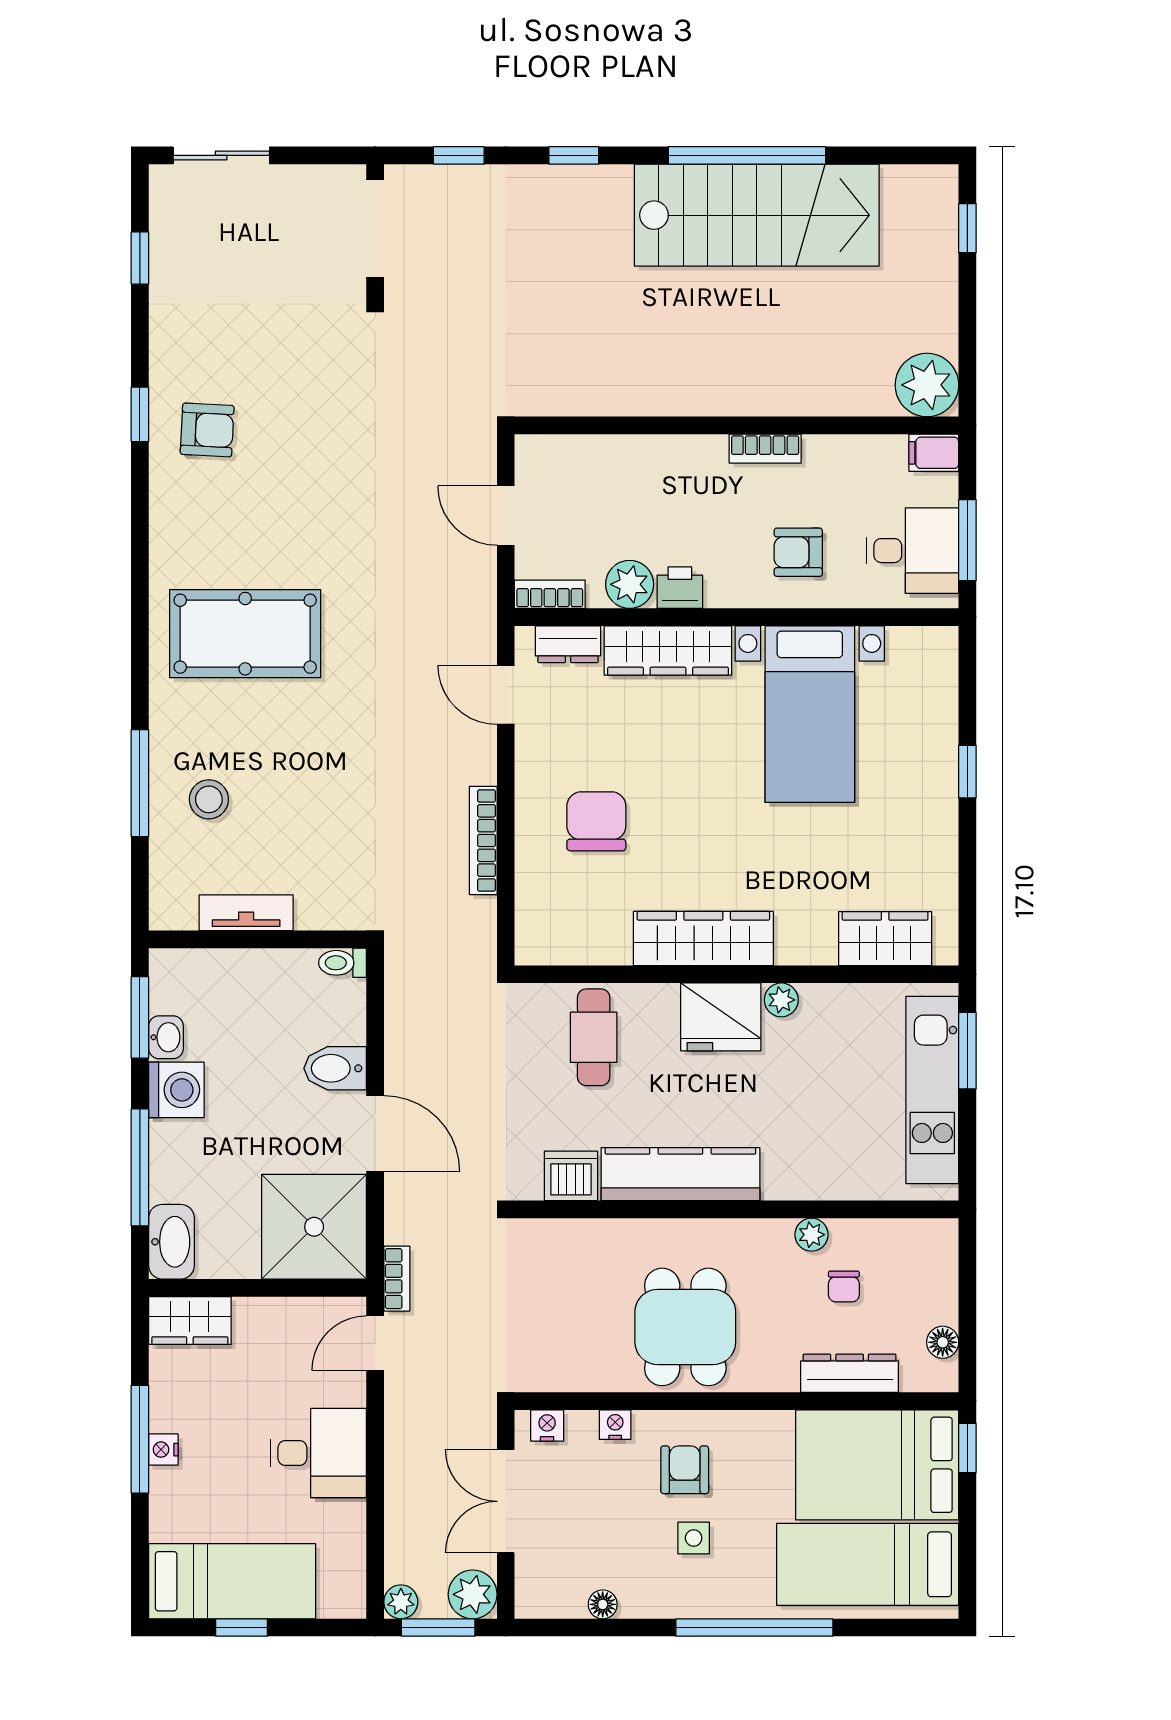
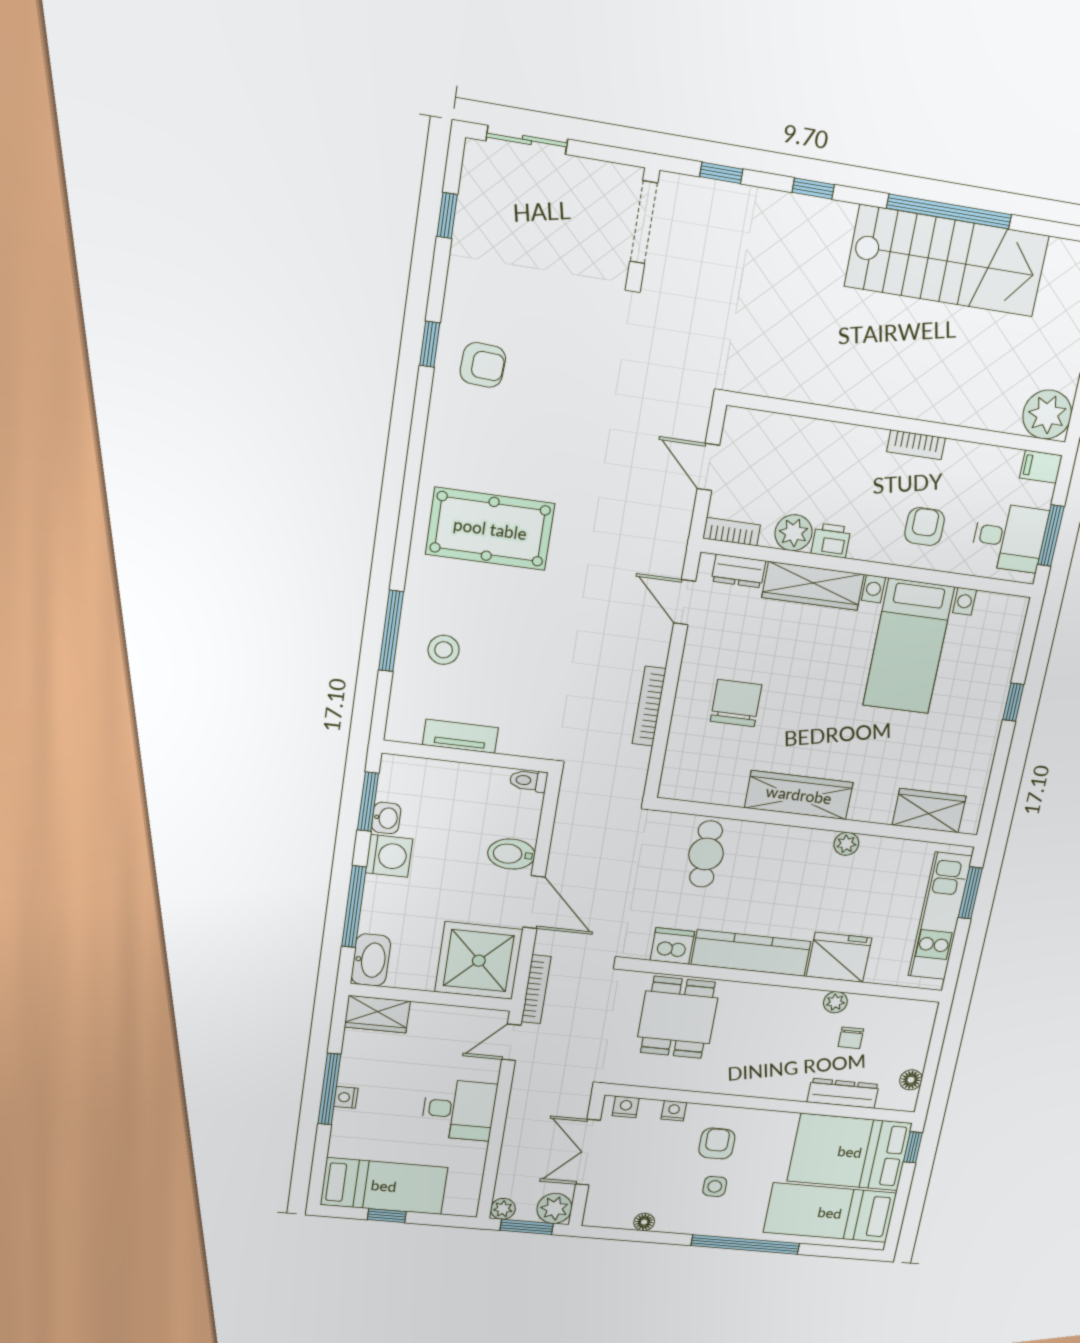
armchair: (798, 552) -> (925, 527), turned 90
fridge: (721, 1017) -> (839, 957), moved, turned 180
bookcase: (397, 1279) -> (536, 989), width x1.56
dining table: (685, 1327) -> (678, 1017), moved

